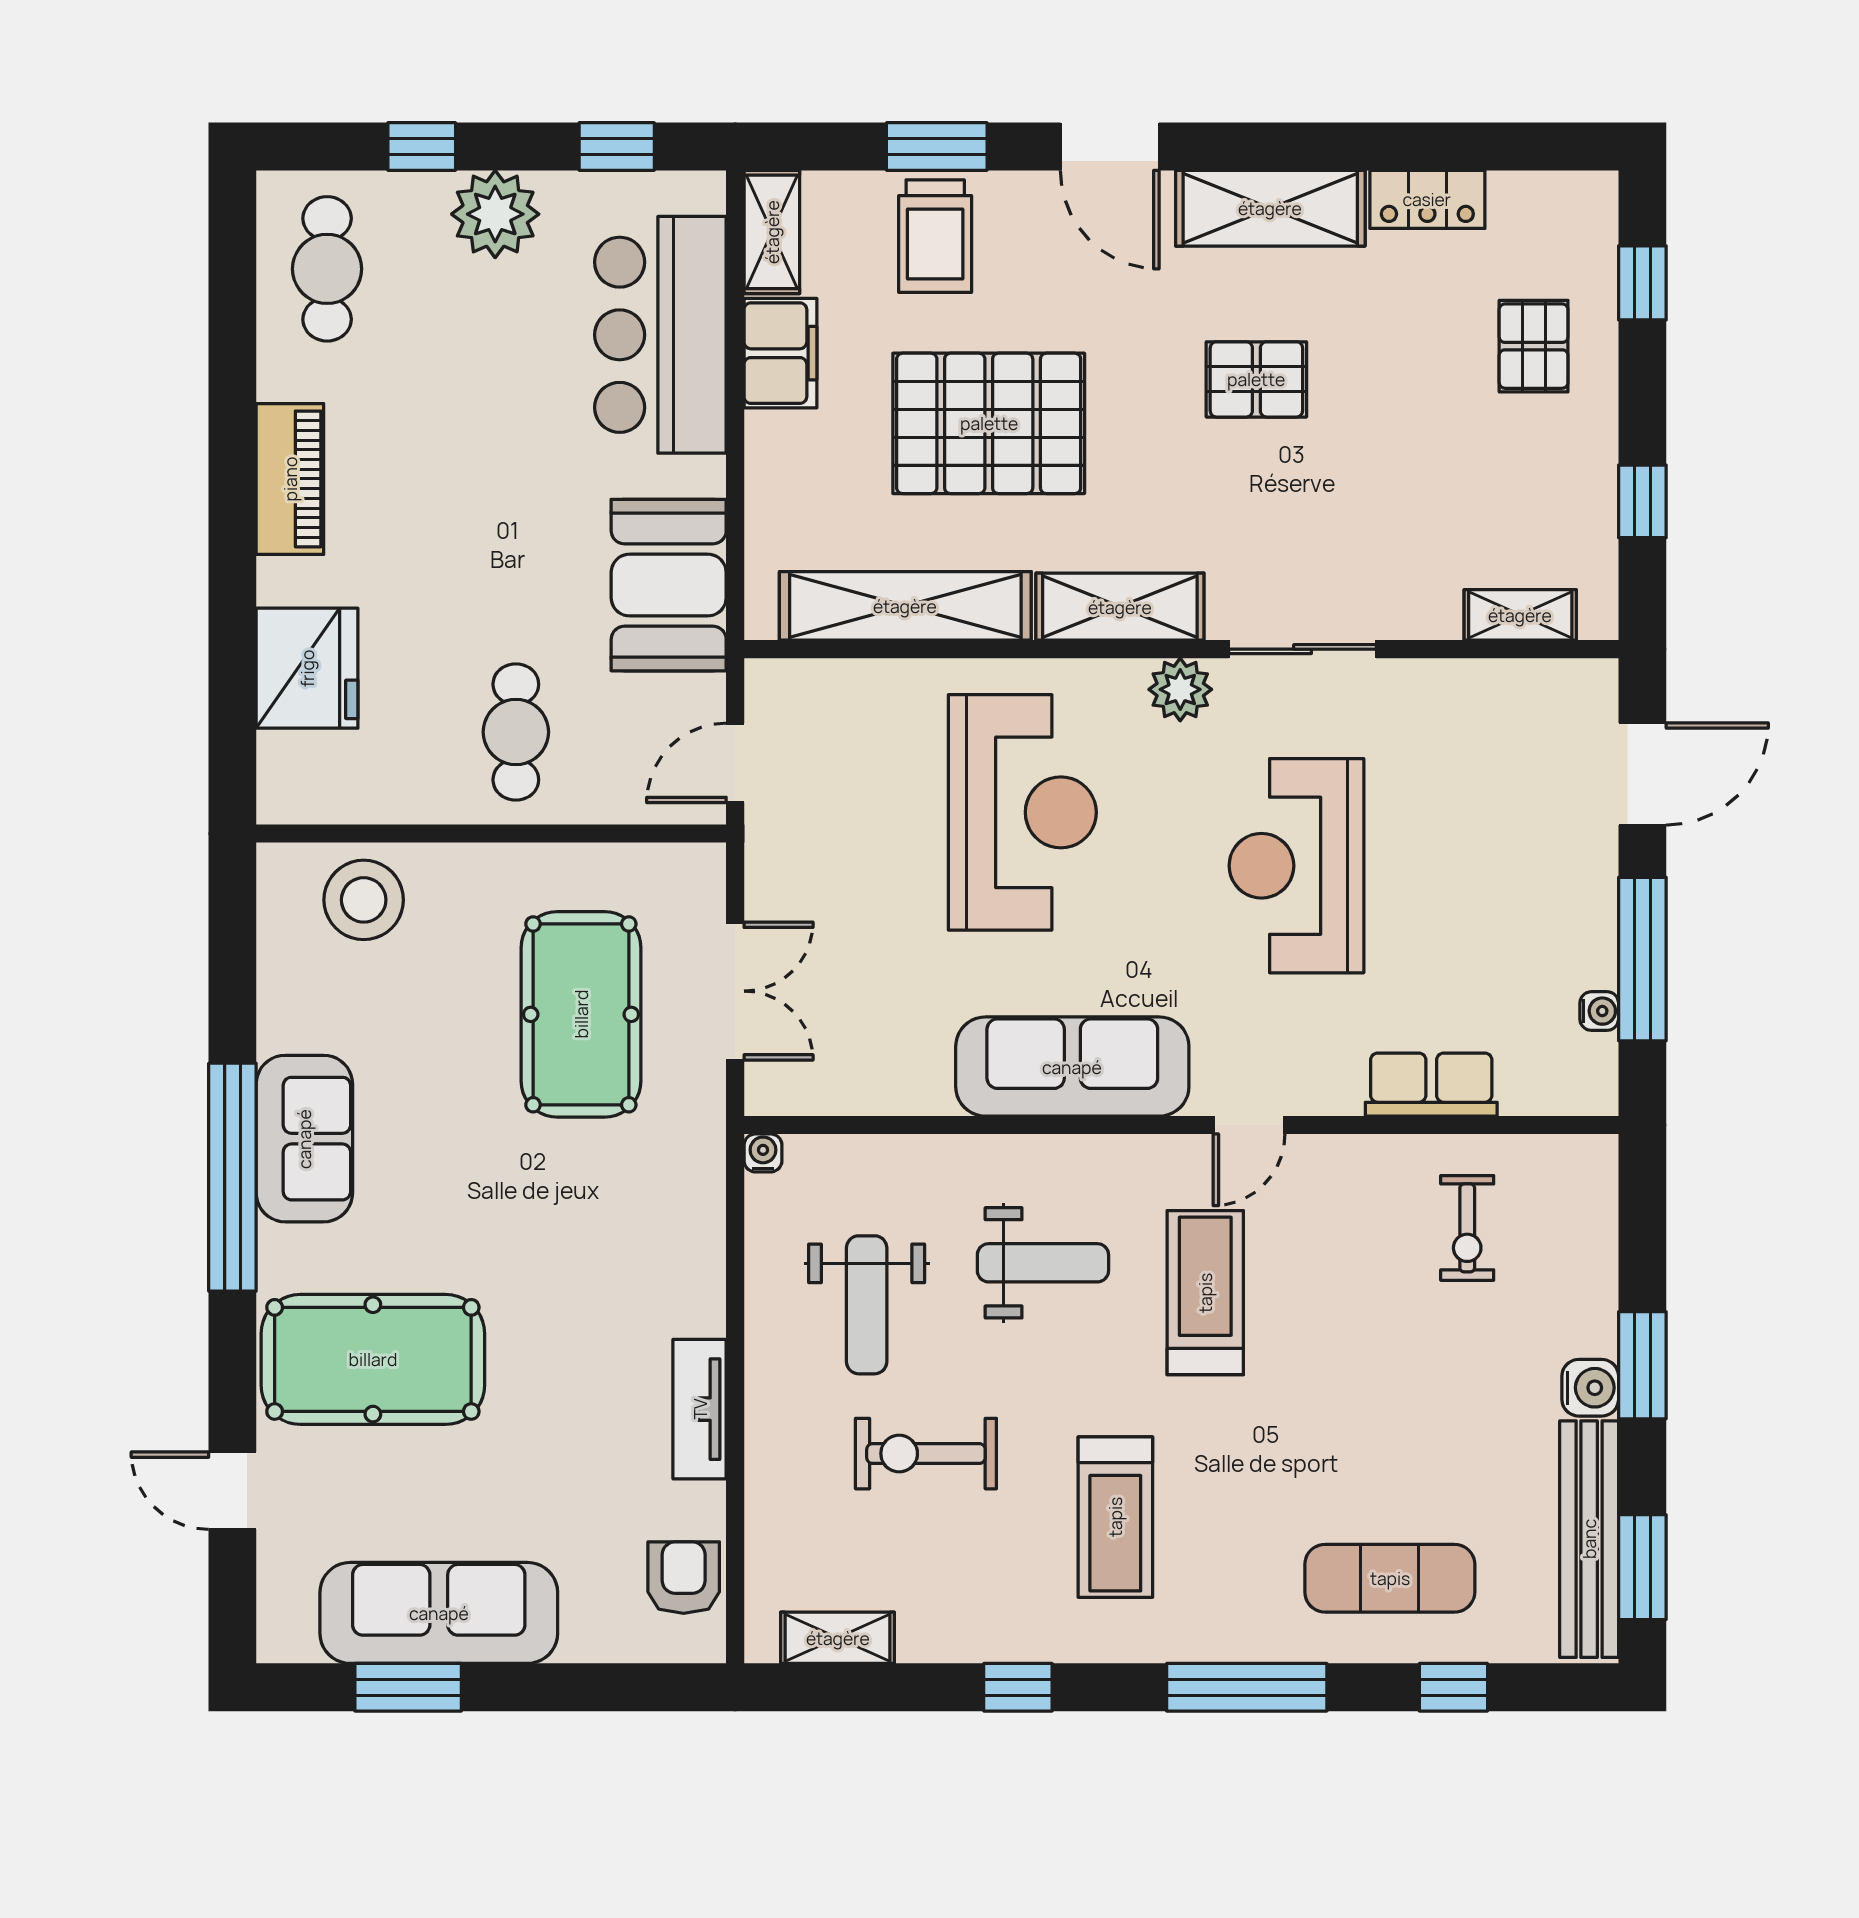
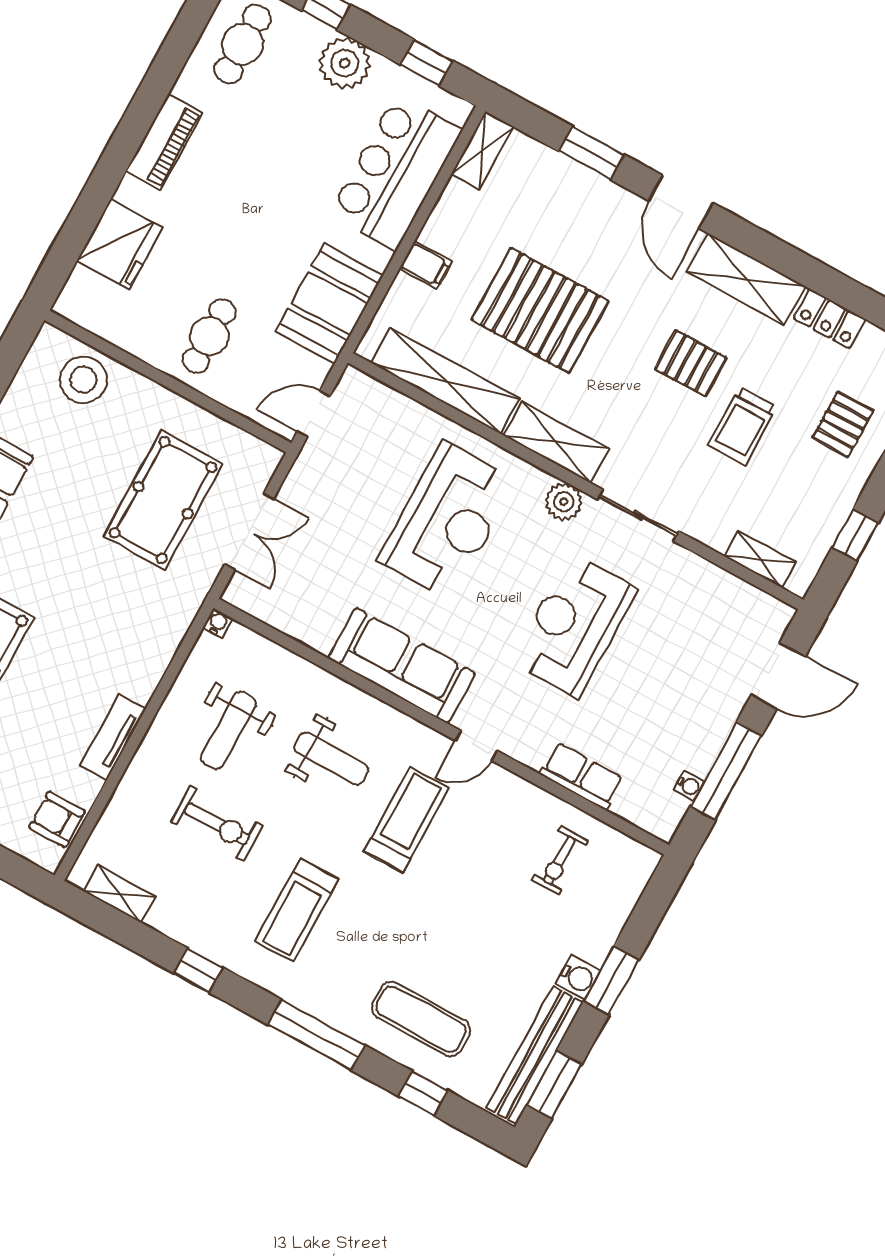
trolley: (935, 236) -> (742, 426), moved
filing cabinet: (781, 353) -> (425, 265), moved, width x0.50
exercise bike: (926, 1454) -> (217, 824), turned 180
armchair: (684, 1578) -> (57, 819), turned -90

